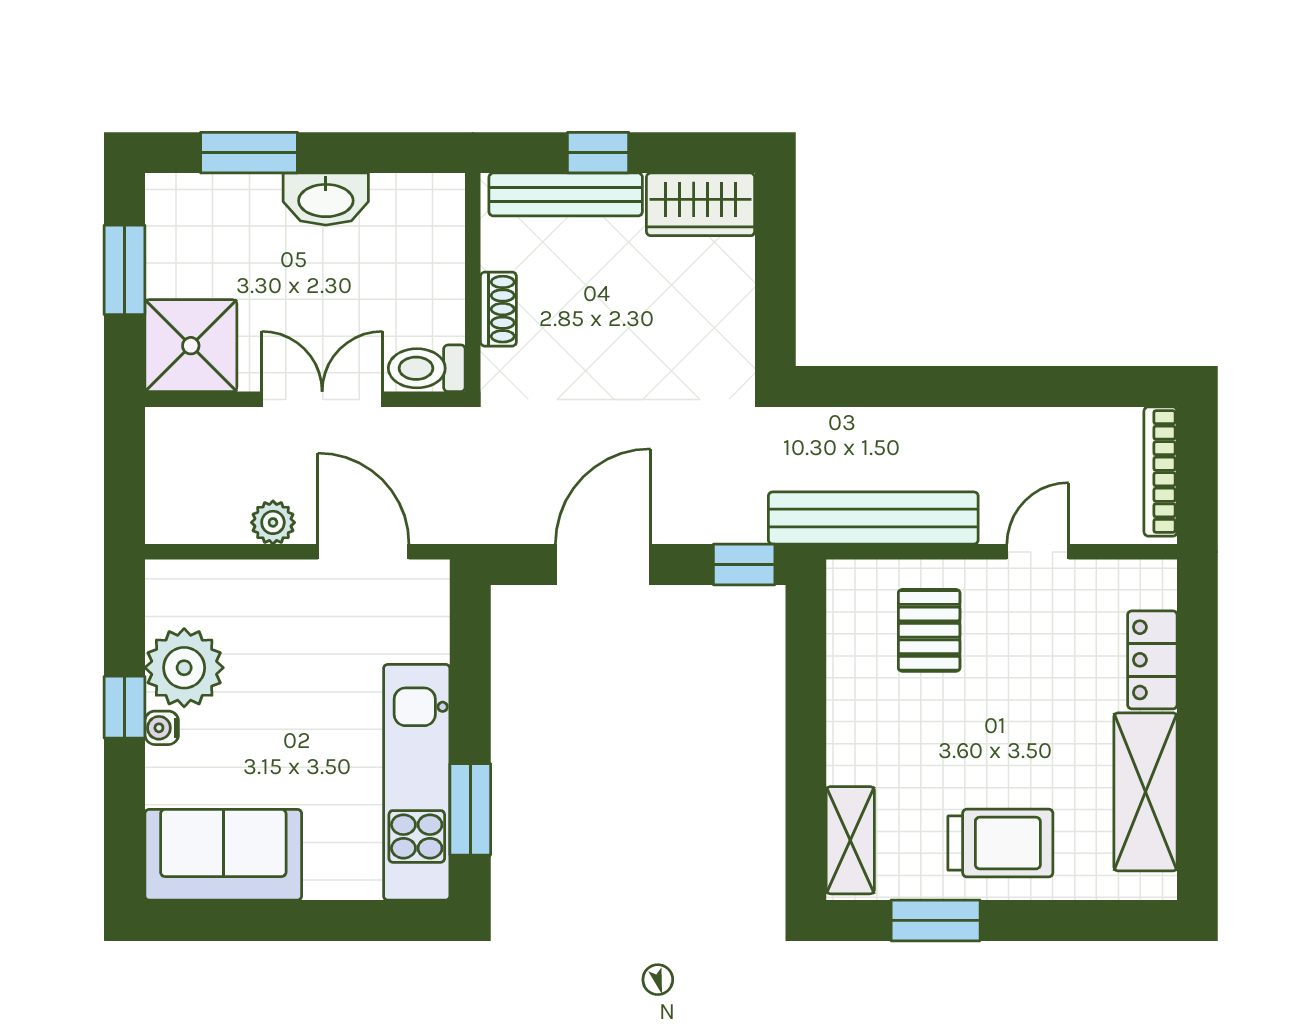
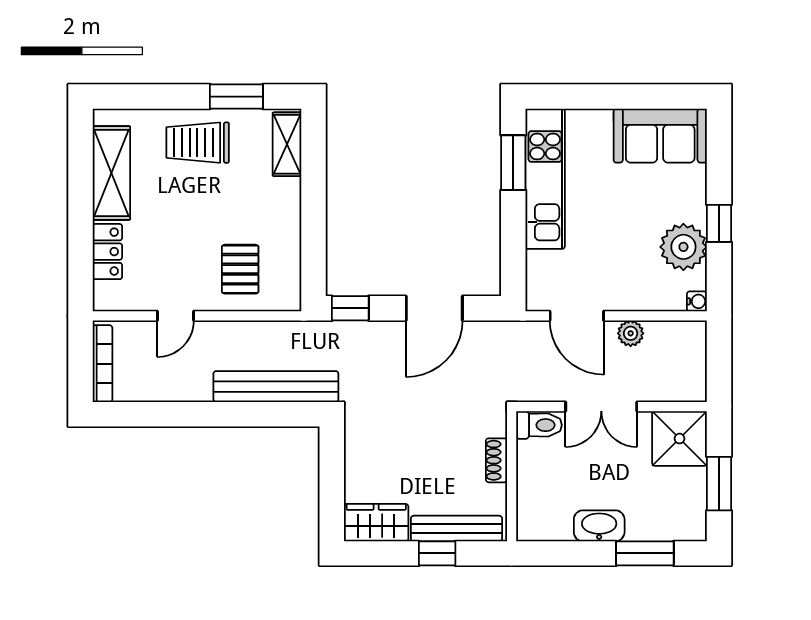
bench: (873, 518) -> (276, 387), moved
water cooler: (162, 728) -> (697, 301), moved

